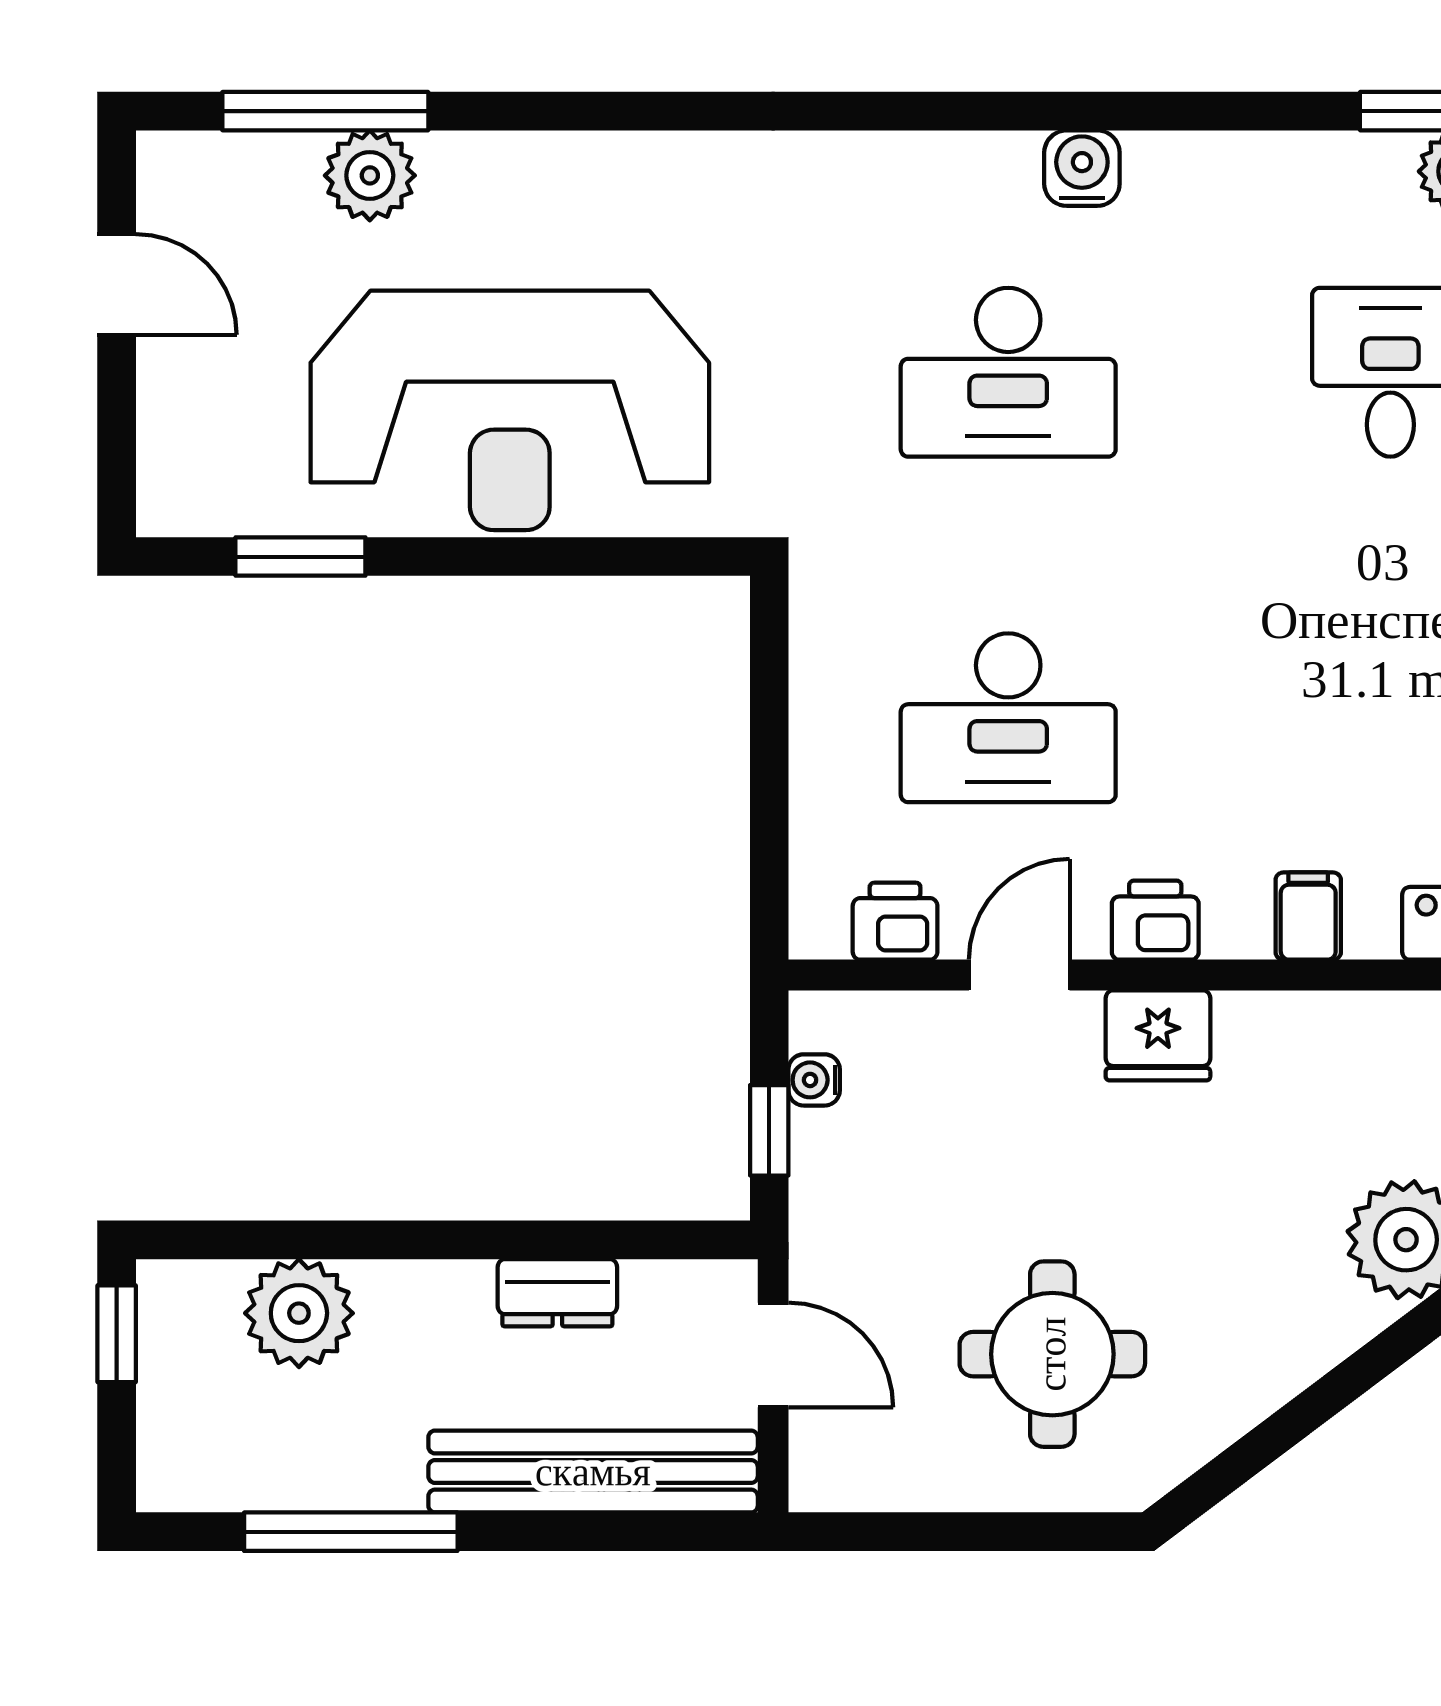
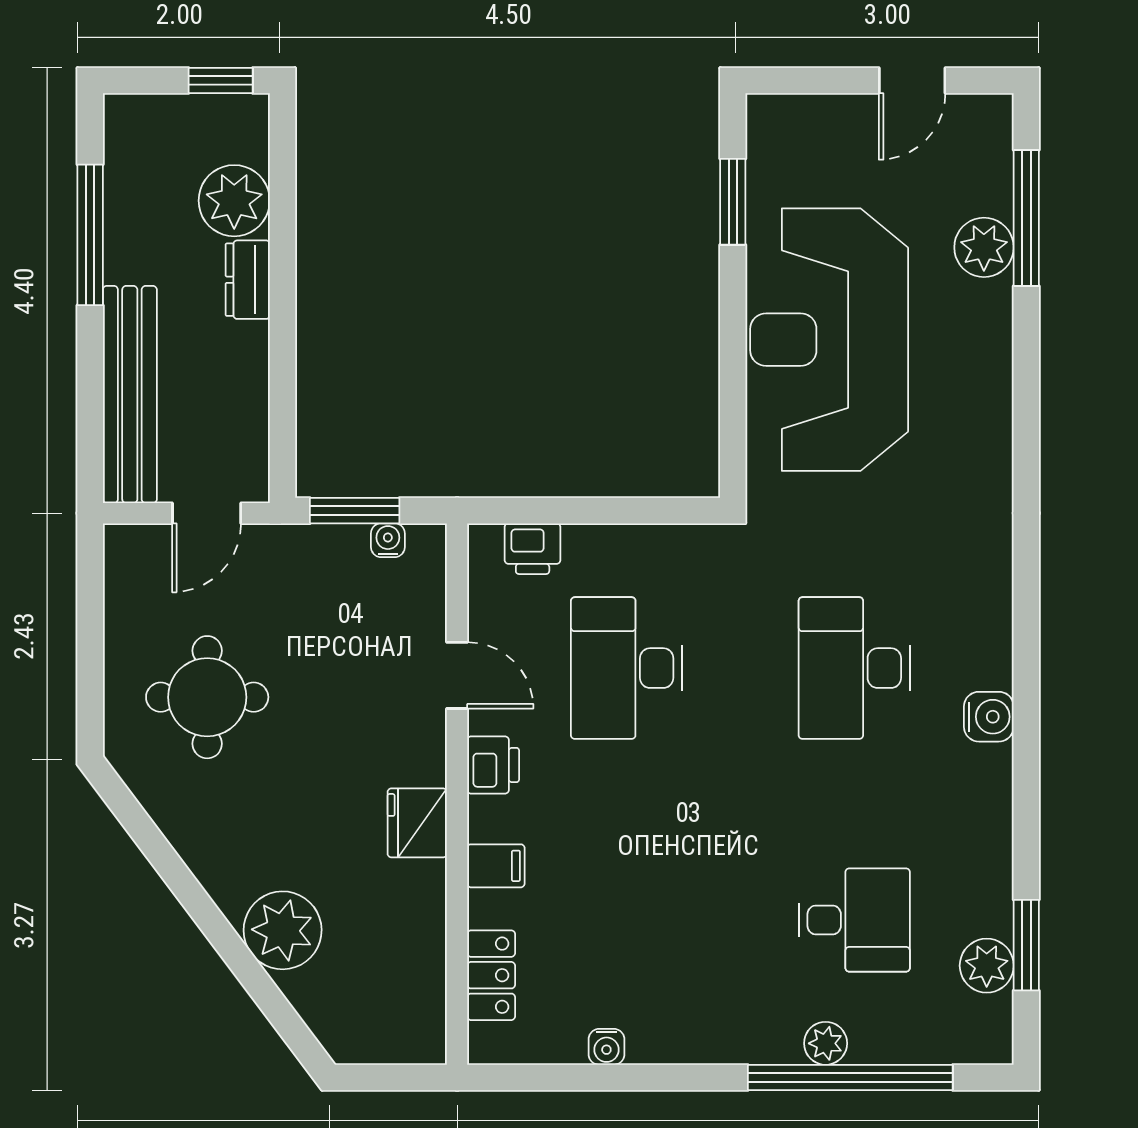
printer: (895, 921) -> (533, 549), moved, turned 90
fridge: (1158, 1035) -> (417, 823), moved
window: (769, 1130) -> (355, 511), width x1.50
dresser: (557, 1293) -> (248, 280), moved

